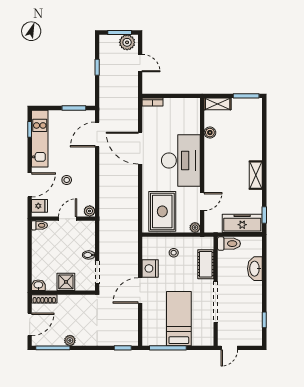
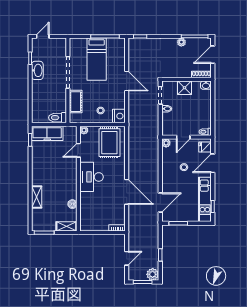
plant: (127, 42) -> (153, 274), moved
door: (140, 63) -> (127, 258), swing flipped
desk: (181, 160) -> (92, 177), width x0.73, depth x0.77
shelving: (256, 175) -> (37, 197), moved
nightstand: (150, 268) -> (119, 116), moved
washbasin: (255, 269) -> (37, 70), moved
door: (140, 290) -> (127, 81), hinge flipped
door: (229, 348) -> (43, 36), moved

